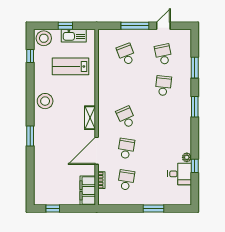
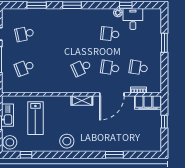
school desk: (163, 86) -> (110, 34), moved
window: (30, 136) -> (114, 155), moved
door: (97, 151) -> (112, 94), hinge flipped
window: (53, 209) -> (164, 122), moved

